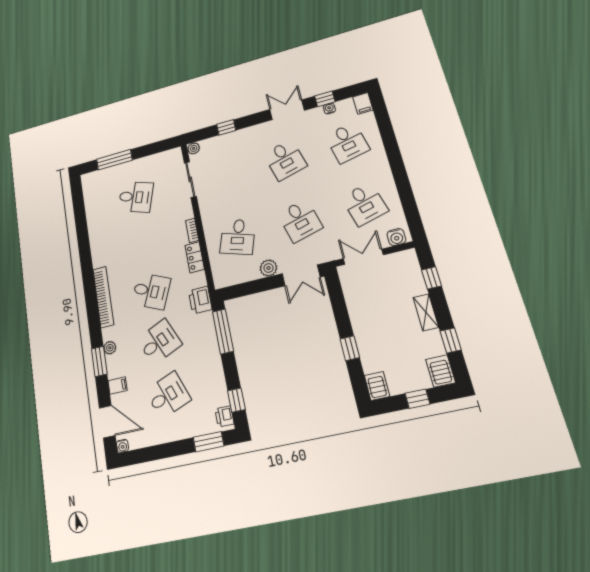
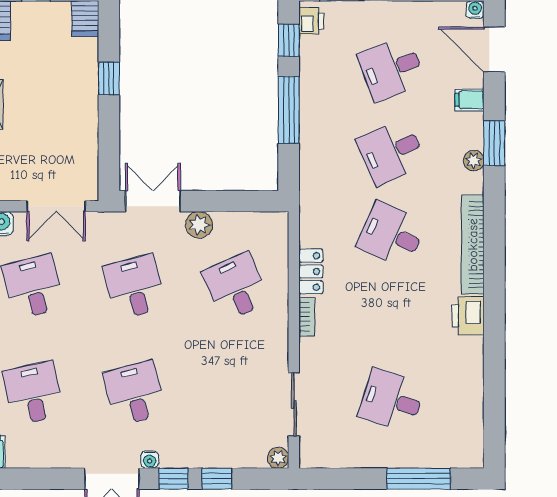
window: (325, 99) -> (173, 479), moved
water cooler: (329, 109) -> (150, 460), moved
desk: (238, 237) -> (236, 287), turned -42
printer: (200, 300) -> (468, 316), moved, turned 180
window: (223, 331) -> (289, 110), moved

